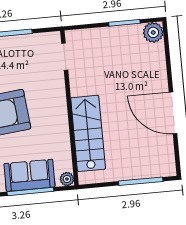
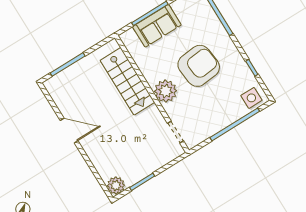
door: (173, 113) -> (69, 130), width x0.73
plant: (67, 179) -> (166, 91), moved, width x1.88, depth x1.88

